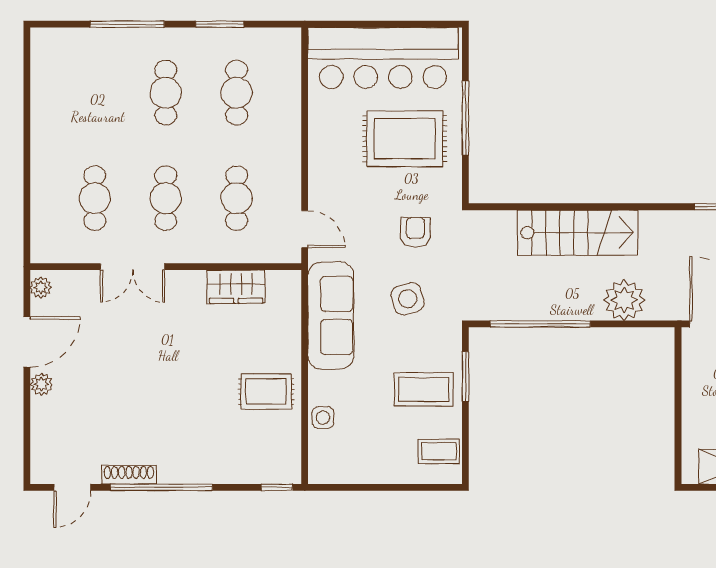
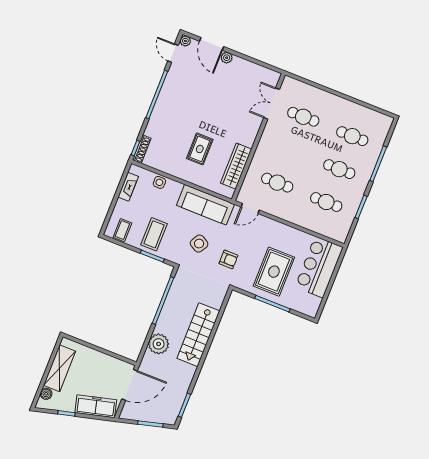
bar counter: (383, 58) -> (319, 267), width x0.73
cafe table: (166, 198) -> (352, 136), moved
double door: (133, 267) -> (272, 104), moved
plant: (41, 287) -> (185, 41), moved
wardrobe: (236, 287) -> (236, 166), width x1.50
side table: (408, 299) -> (199, 244), turned 45
door: (27, 342) -> (212, 44), moved
rug: (266, 392) -> (200, 149), moved
fireplace: (354, 473) -> (128, 187), added
shoe rack: (129, 475) -> (142, 149), moved

